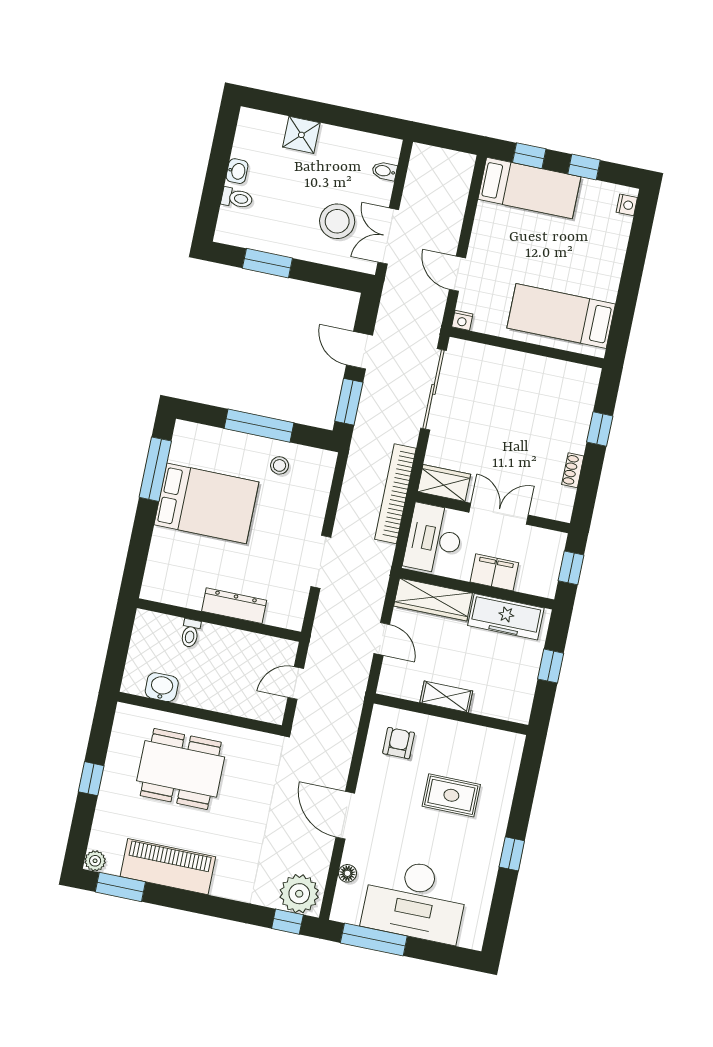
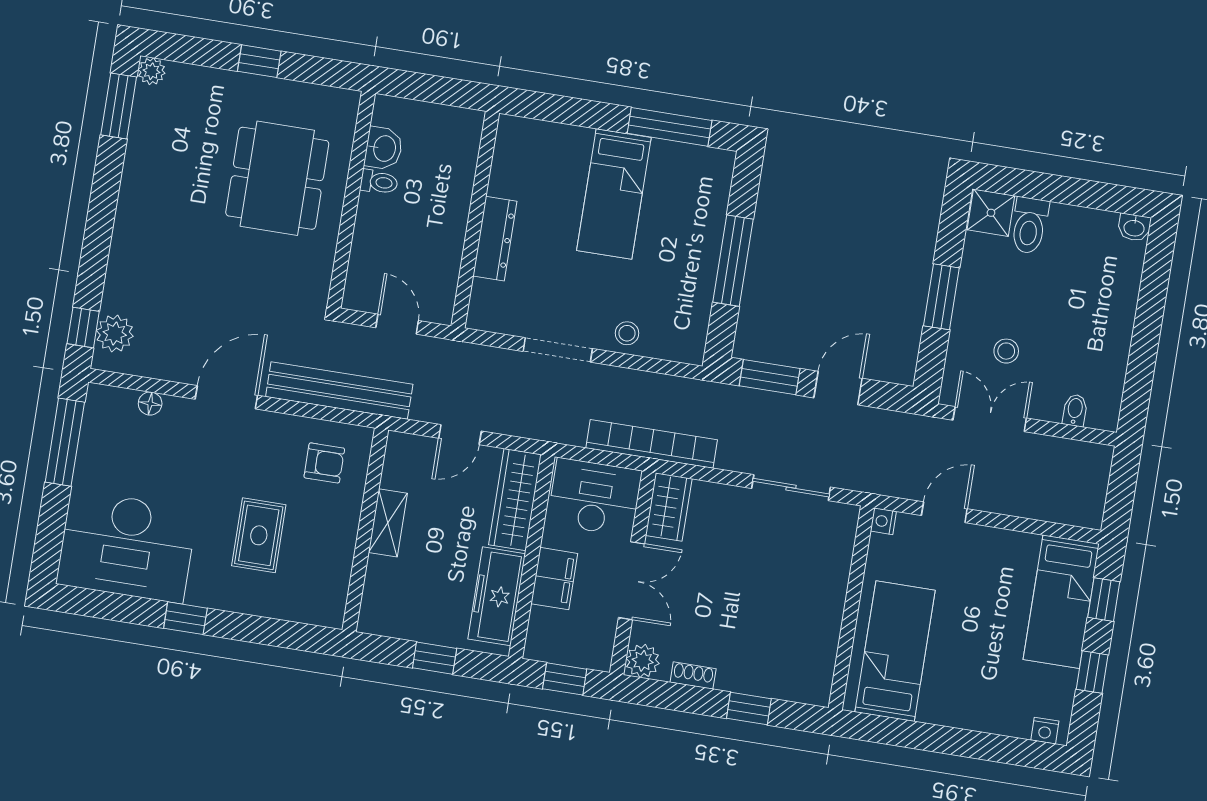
shower: (301, 135) -> (991, 213), moved
washbasin: (237, 171) -> (1134, 227), moved
toilet: (237, 198) -> (1029, 226), width x1.37, depth x1.39
stool: (337, 221) -> (1006, 351), width x0.53, depth x0.53
window: (267, 263) -> (941, 297), moved
sliding door: (433, 389) -> (791, 488), width x0.73
stool: (280, 465) -> (627, 333), moved
bed: (206, 503) -> (614, 194), width x0.67
plant: (560, 508) -> (643, 661), added
toilet: (190, 633) -> (379, 182), moved, turned 180
bench: (344, 729) -> (339, 391), added
piano: (168, 867) -> (148, 167), removed
plant: (299, 894) -> (115, 333), width x0.73, depth x0.73
desk: (415, 900) -> (127, 547), moved, turned -90

